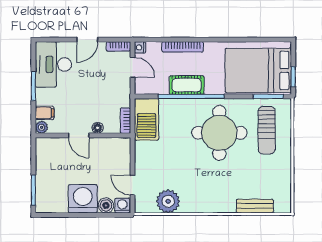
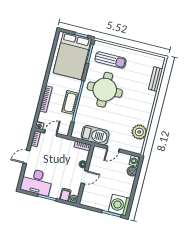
door: (87, 40) -> (26, 157), swing flipped
barbecue: (147, 119) -> (95, 135), moved
door: (133, 185) -> (113, 149), moved
washing machine: (83, 199) -> (119, 205), moved

